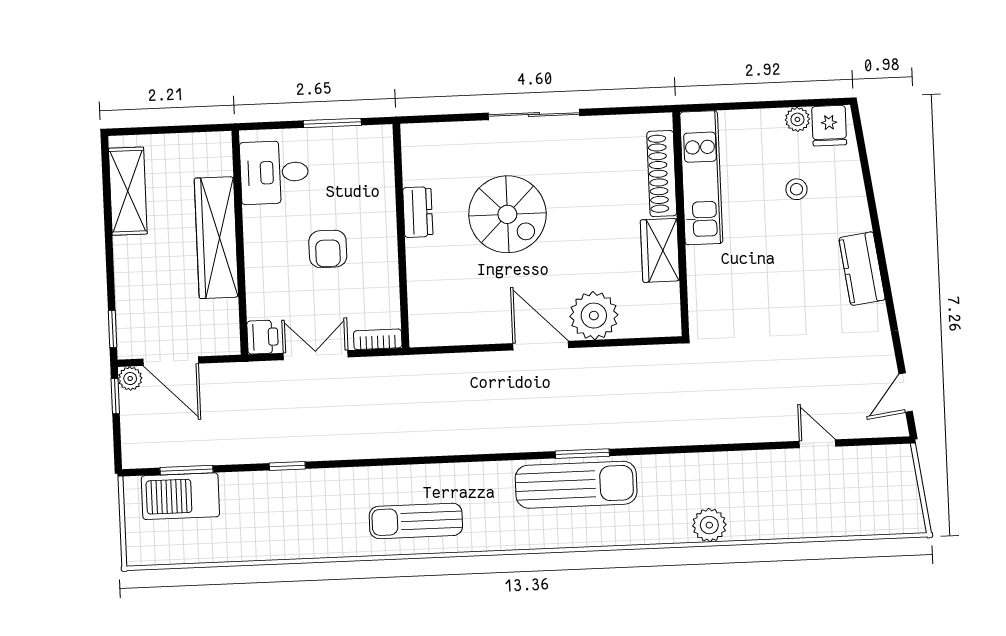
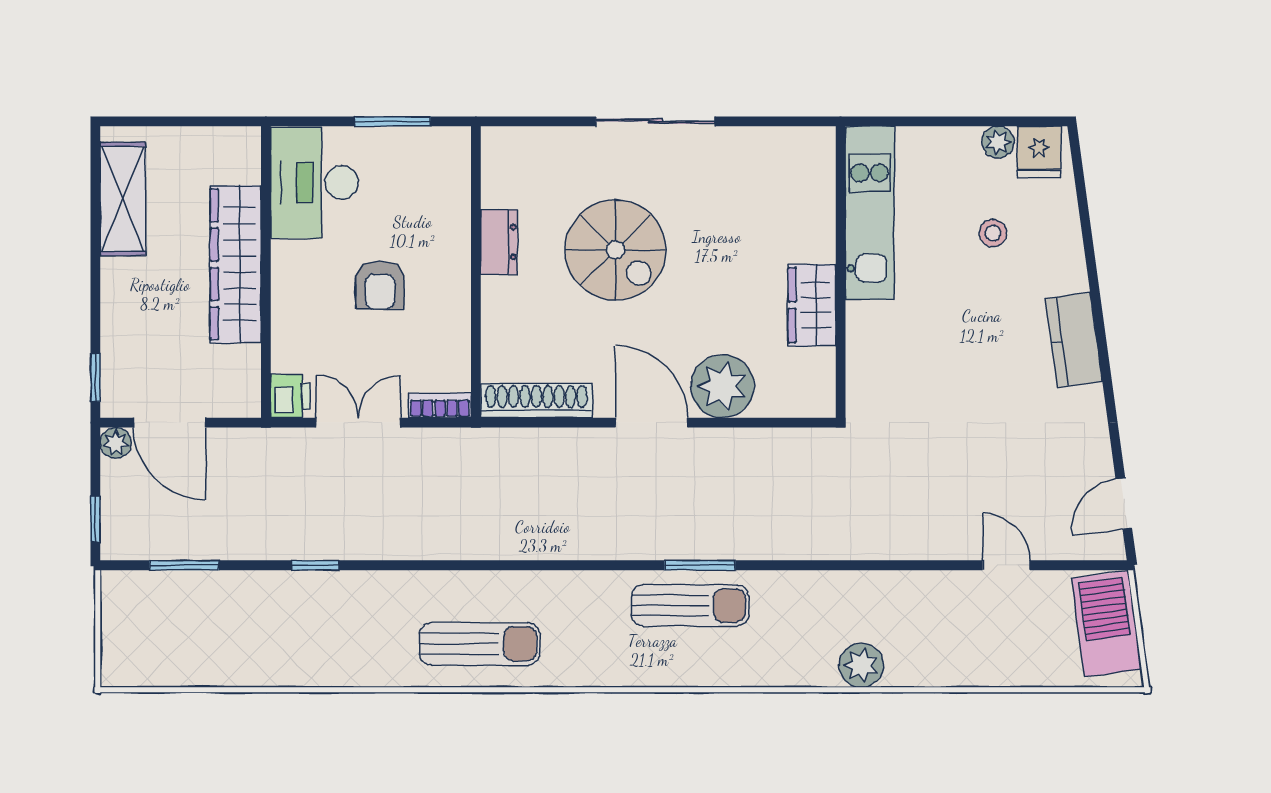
desk: (274, 172) -> (314, 183), width x1.37
shoe rack: (662, 174) -> (536, 401), moved, turned 90
window: (115, 396) -> (95, 519), moved
sun lounger: (576, 485) -> (690, 605), width x0.73, depth x0.75
barbecue: (180, 496) -> (1106, 624), moved, turned 82
sun lounger: (416, 521) -> (480, 644), turned 180

